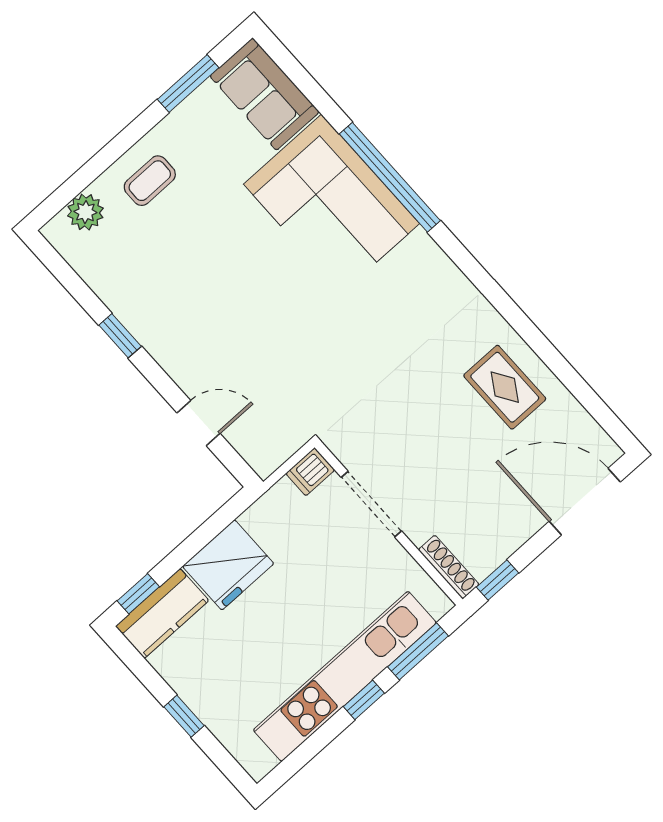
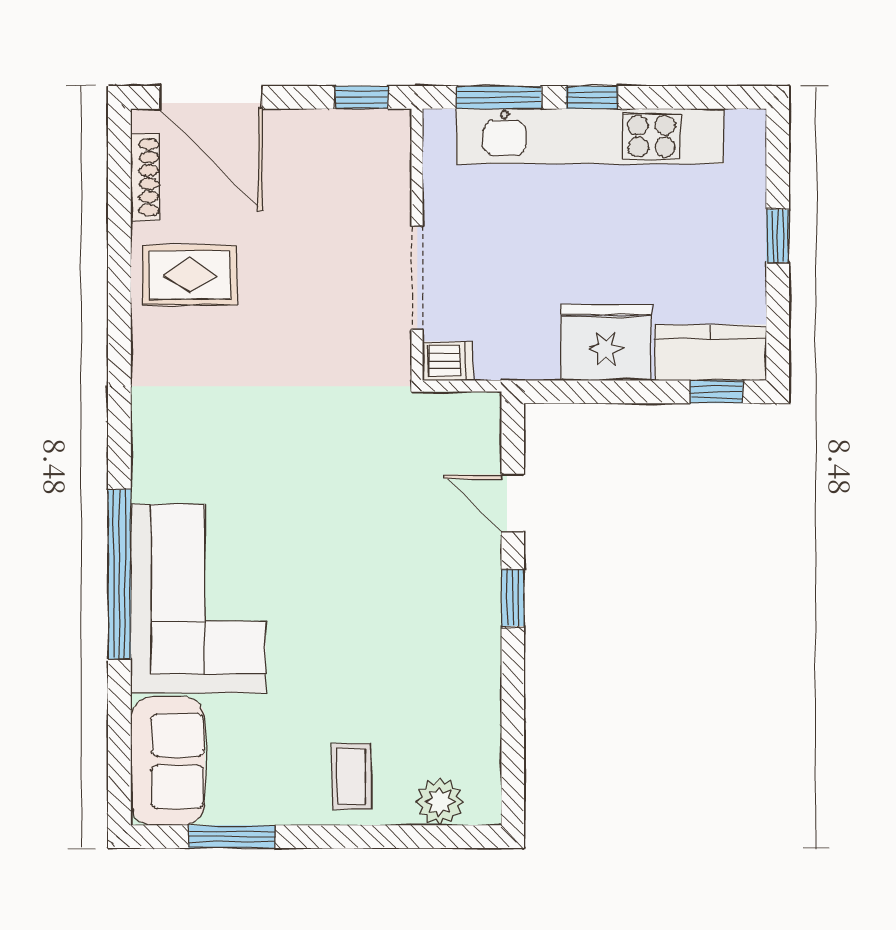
coffee table: (150, 181) -> (352, 777), turned 90
window: (120, 336) -> (513, 598), moved
rug: (505, 387) -> (190, 275), turned 90
shoe rack: (449, 567) -> (145, 177), moved, turned 180

